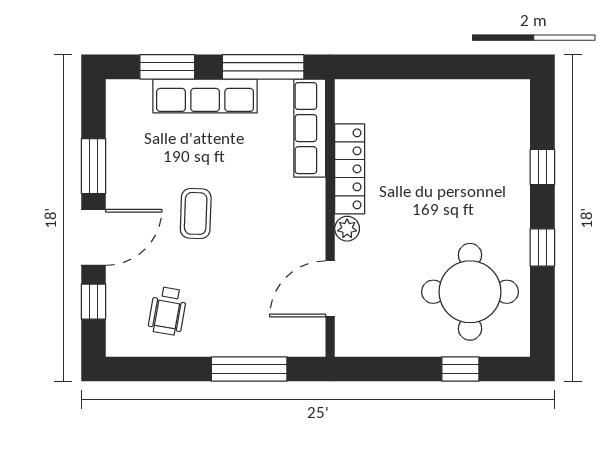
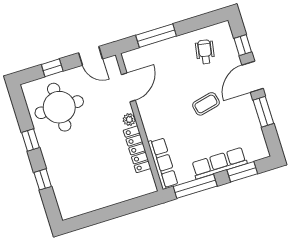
coffee table: (196, 213) -> (206, 104), turned 75
door: (382, 369) -> (91, 56), added

